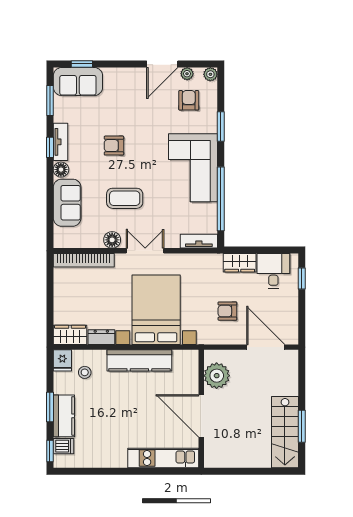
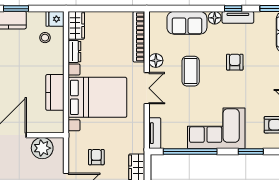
kitchen counter: (139, 360) -> (55, 92), width x0.67

